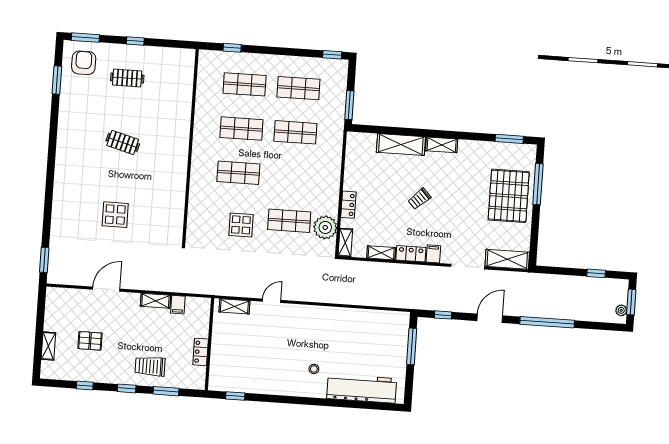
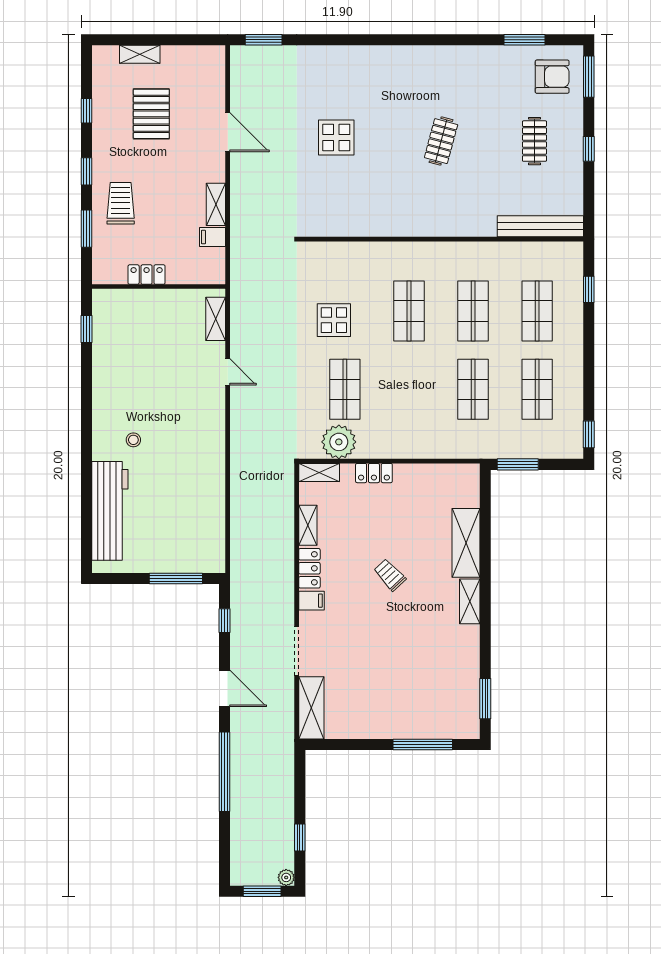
bench: (186, 78) -> (540, 226), added
pallet: (509, 196) -> (403, 704), removed
plant: (621, 310) -> (286, 877), moved
pallet: (90, 341) -> (151, 114), width x1.50, depth x1.42

